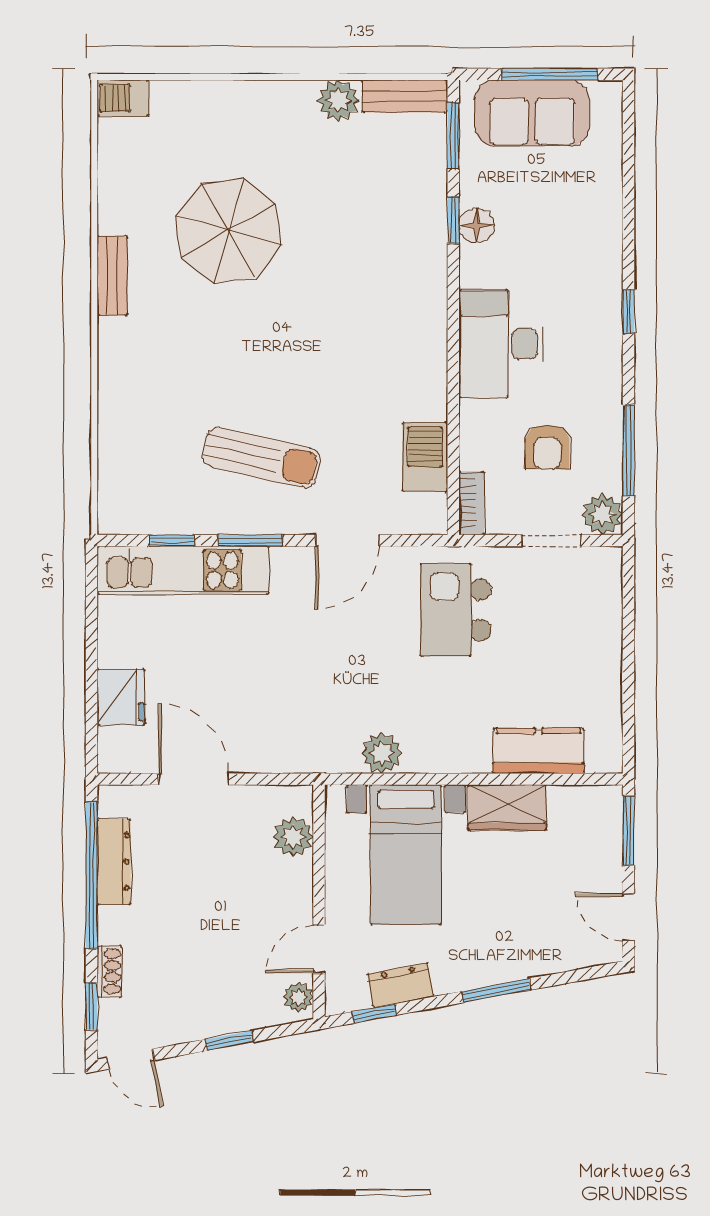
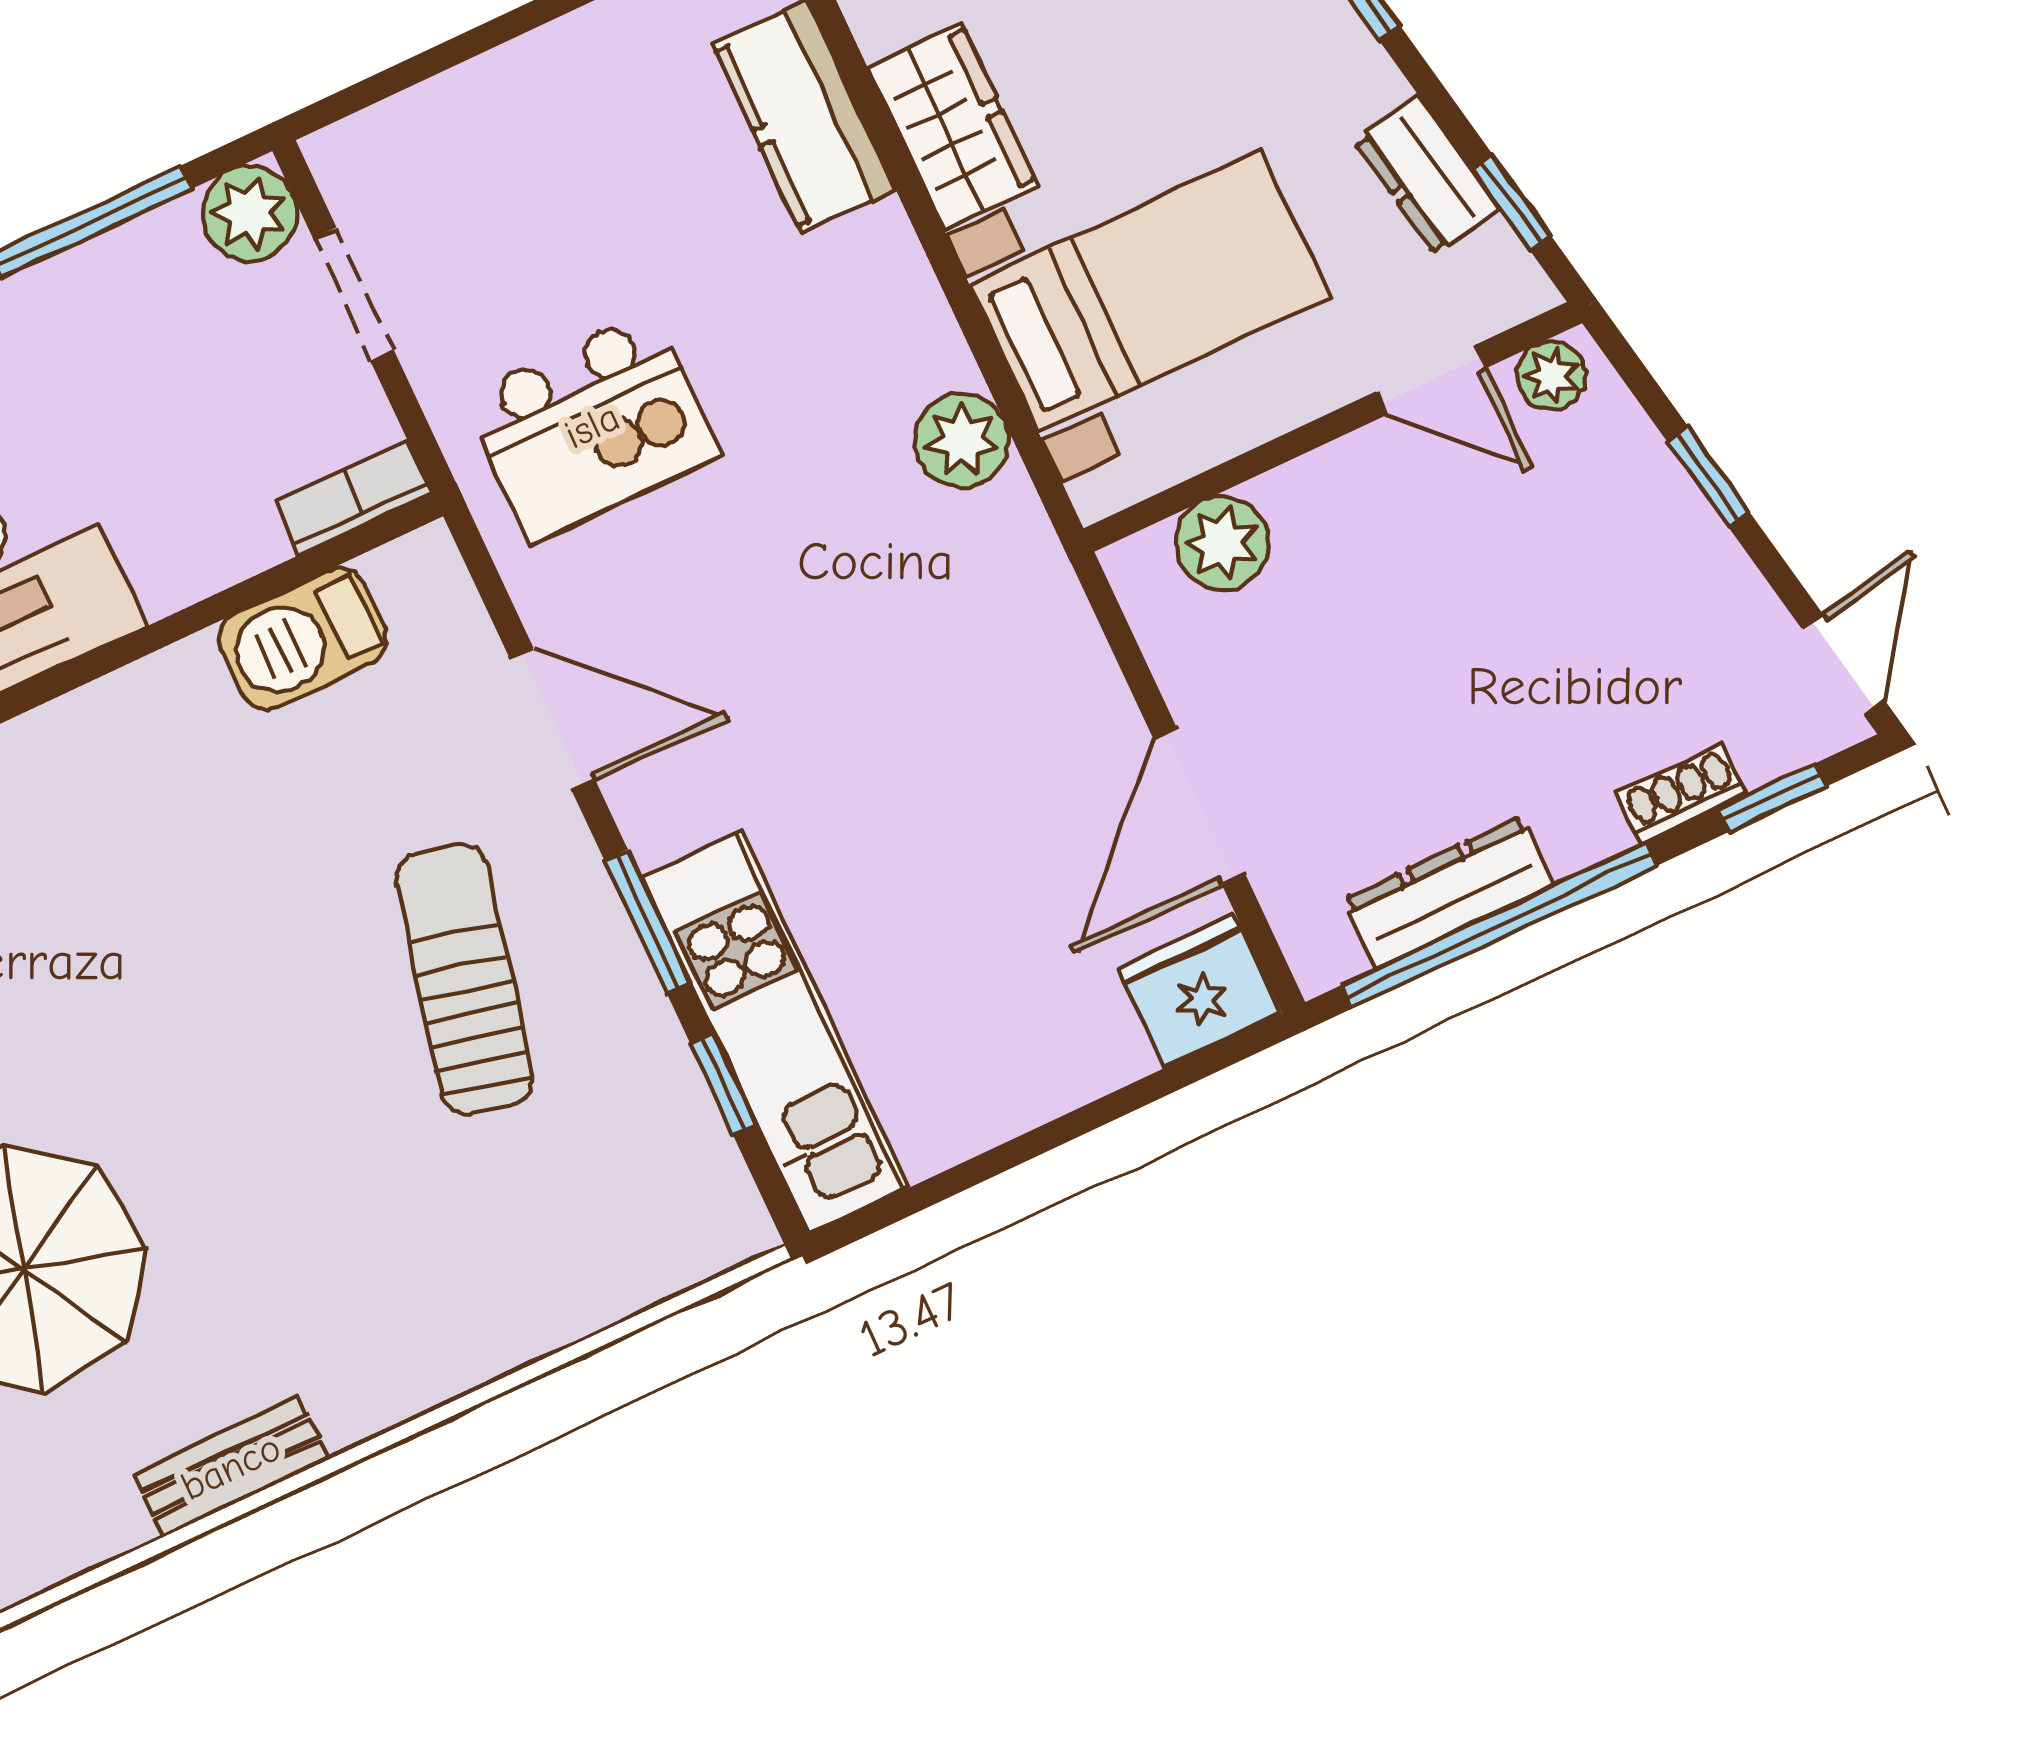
armchair: (547, 447) -> (163, 394), removed
fridge: (121, 697) -> (1198, 991), moved

